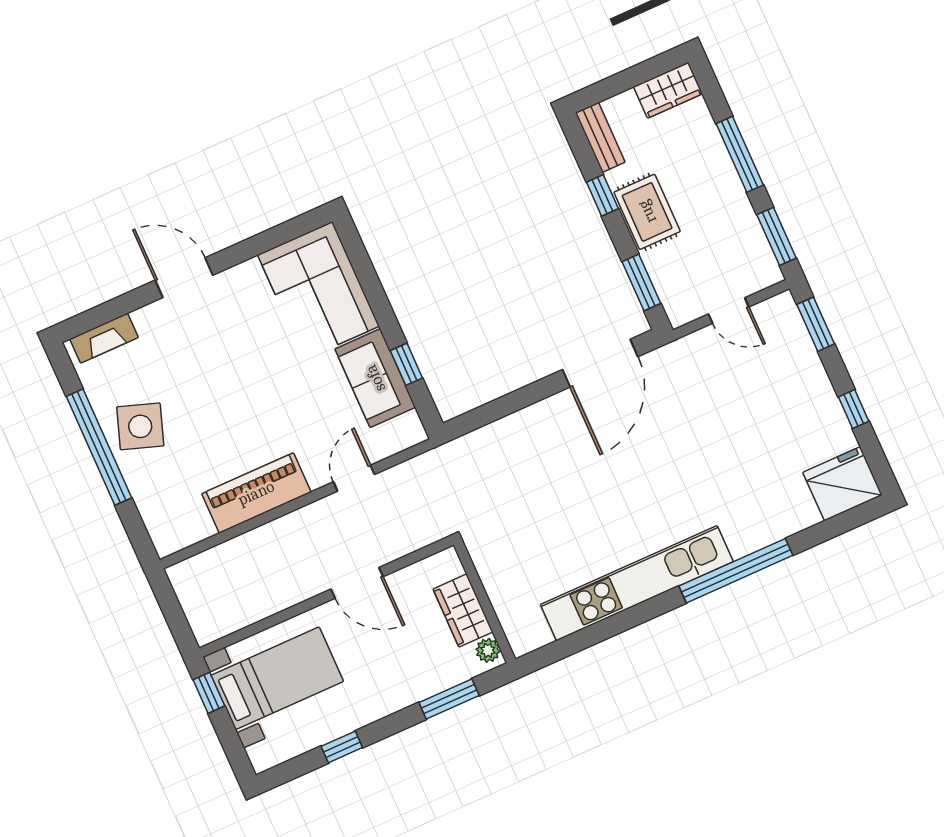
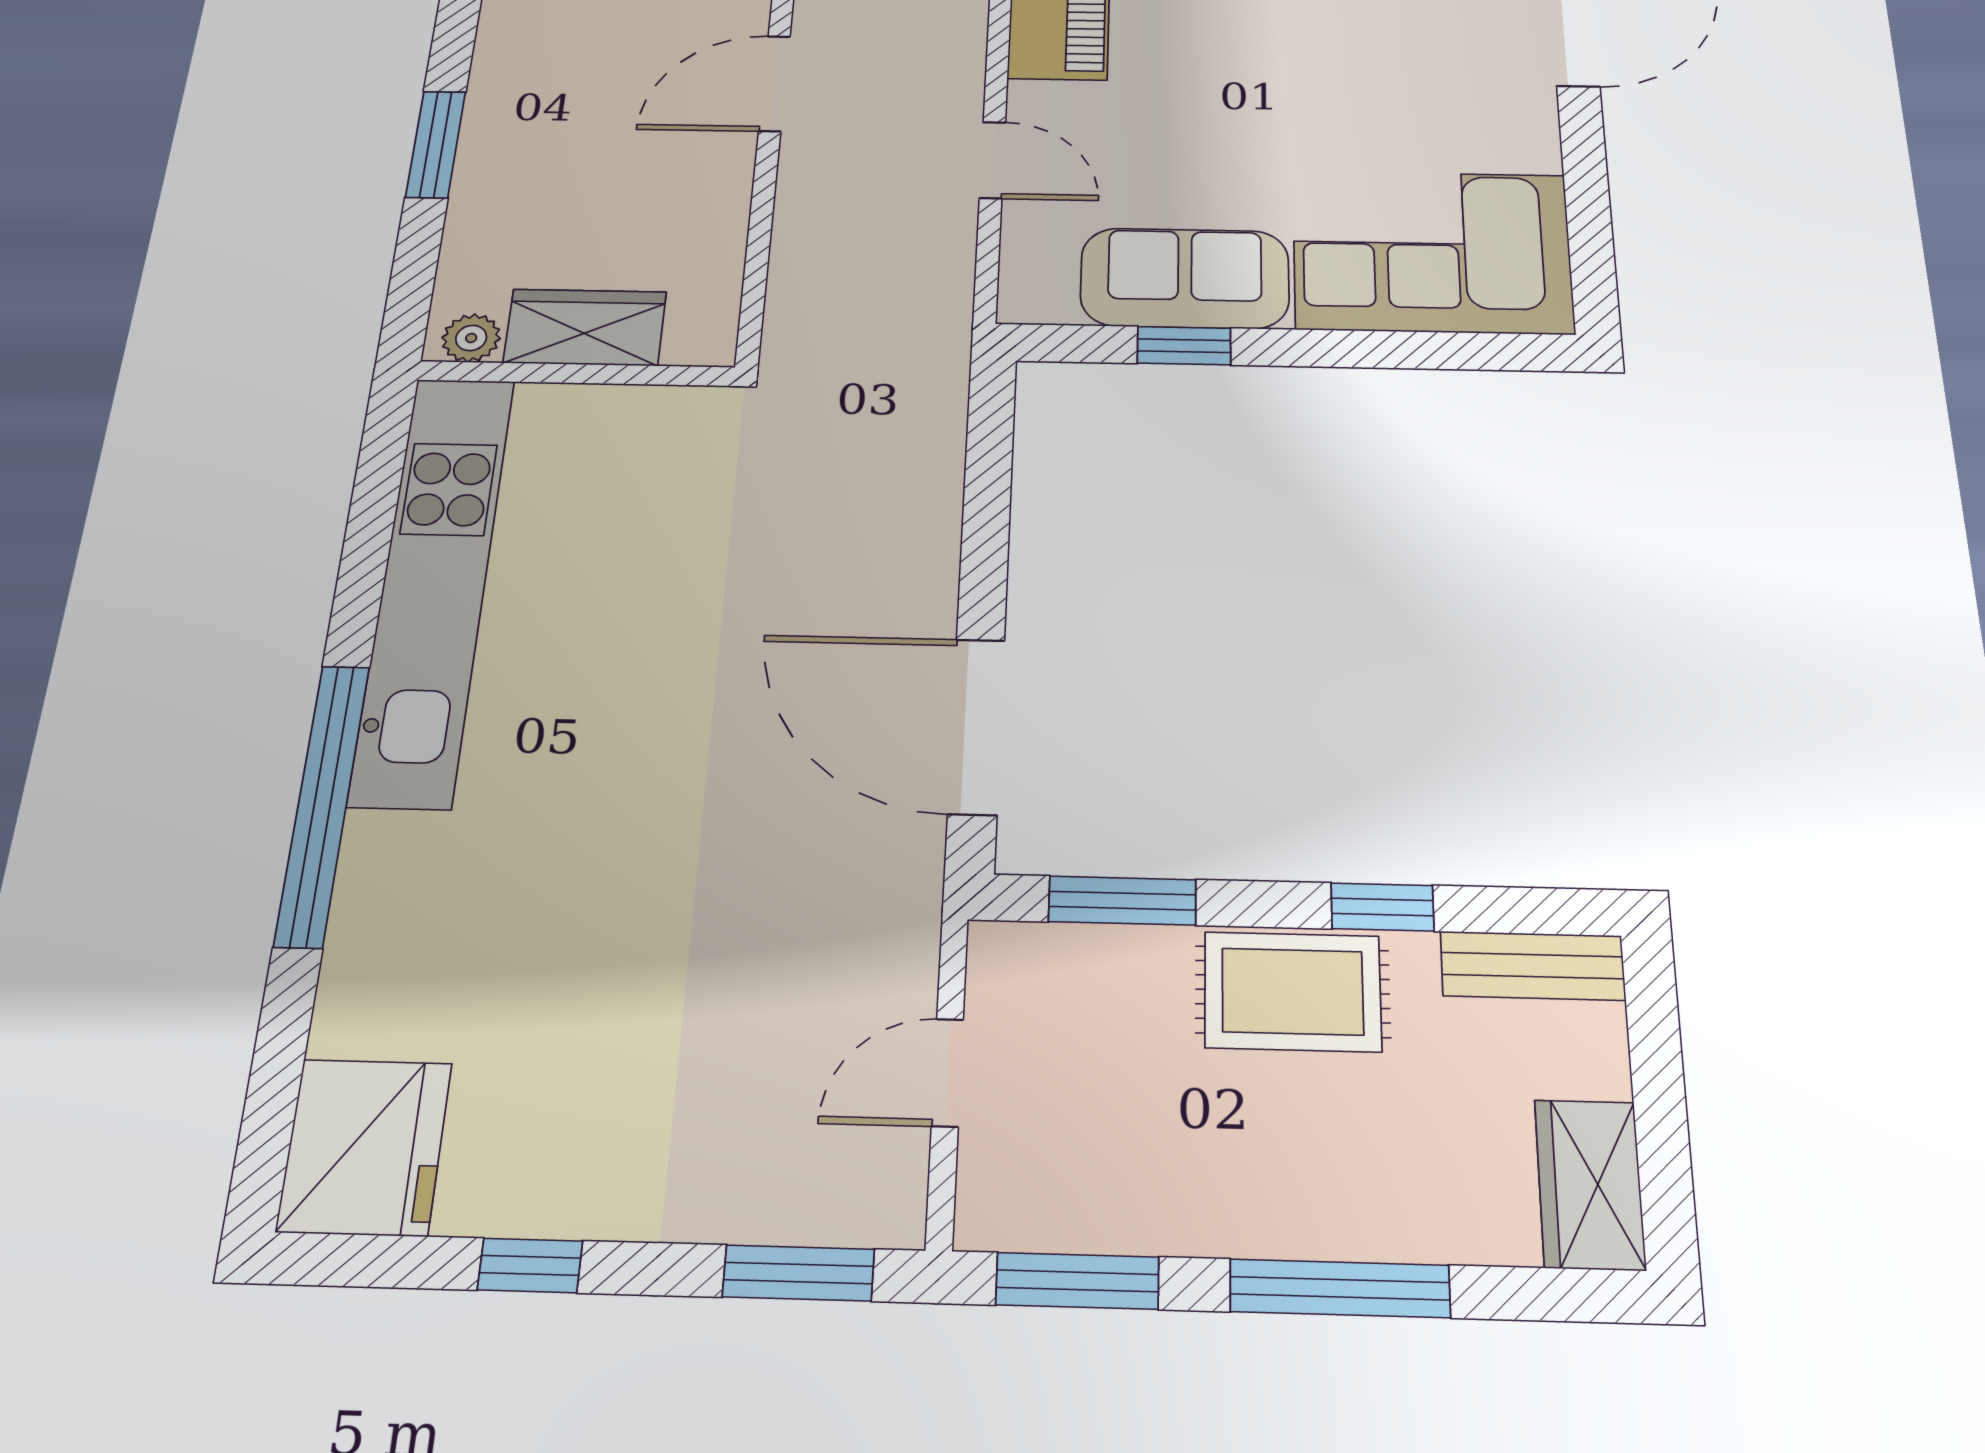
wall: (485, 602) -> (576, 374), moved
wardrobe: (463, 610) -> (585, 327), moved
plant: (488, 650) -> (471, 338), moved

